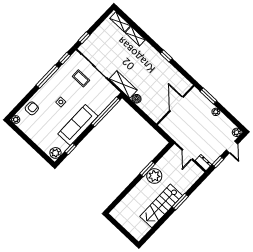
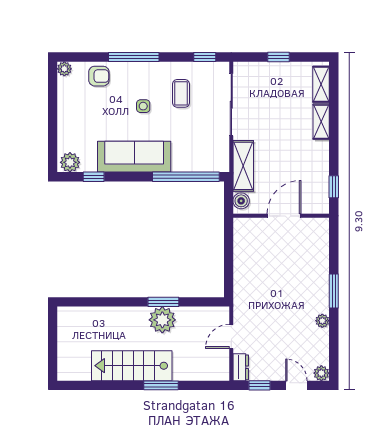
window: (84, 38) -> (278, 57), moved
window: (47, 77) -> (134, 57), moved
coffee table: (81, 78) -> (181, 93), moved
door: (176, 104) -> (284, 216), moved
wall: (175, 105) -> (281, 216), moved
door: (232, 147) -> (296, 385), swing flipped

